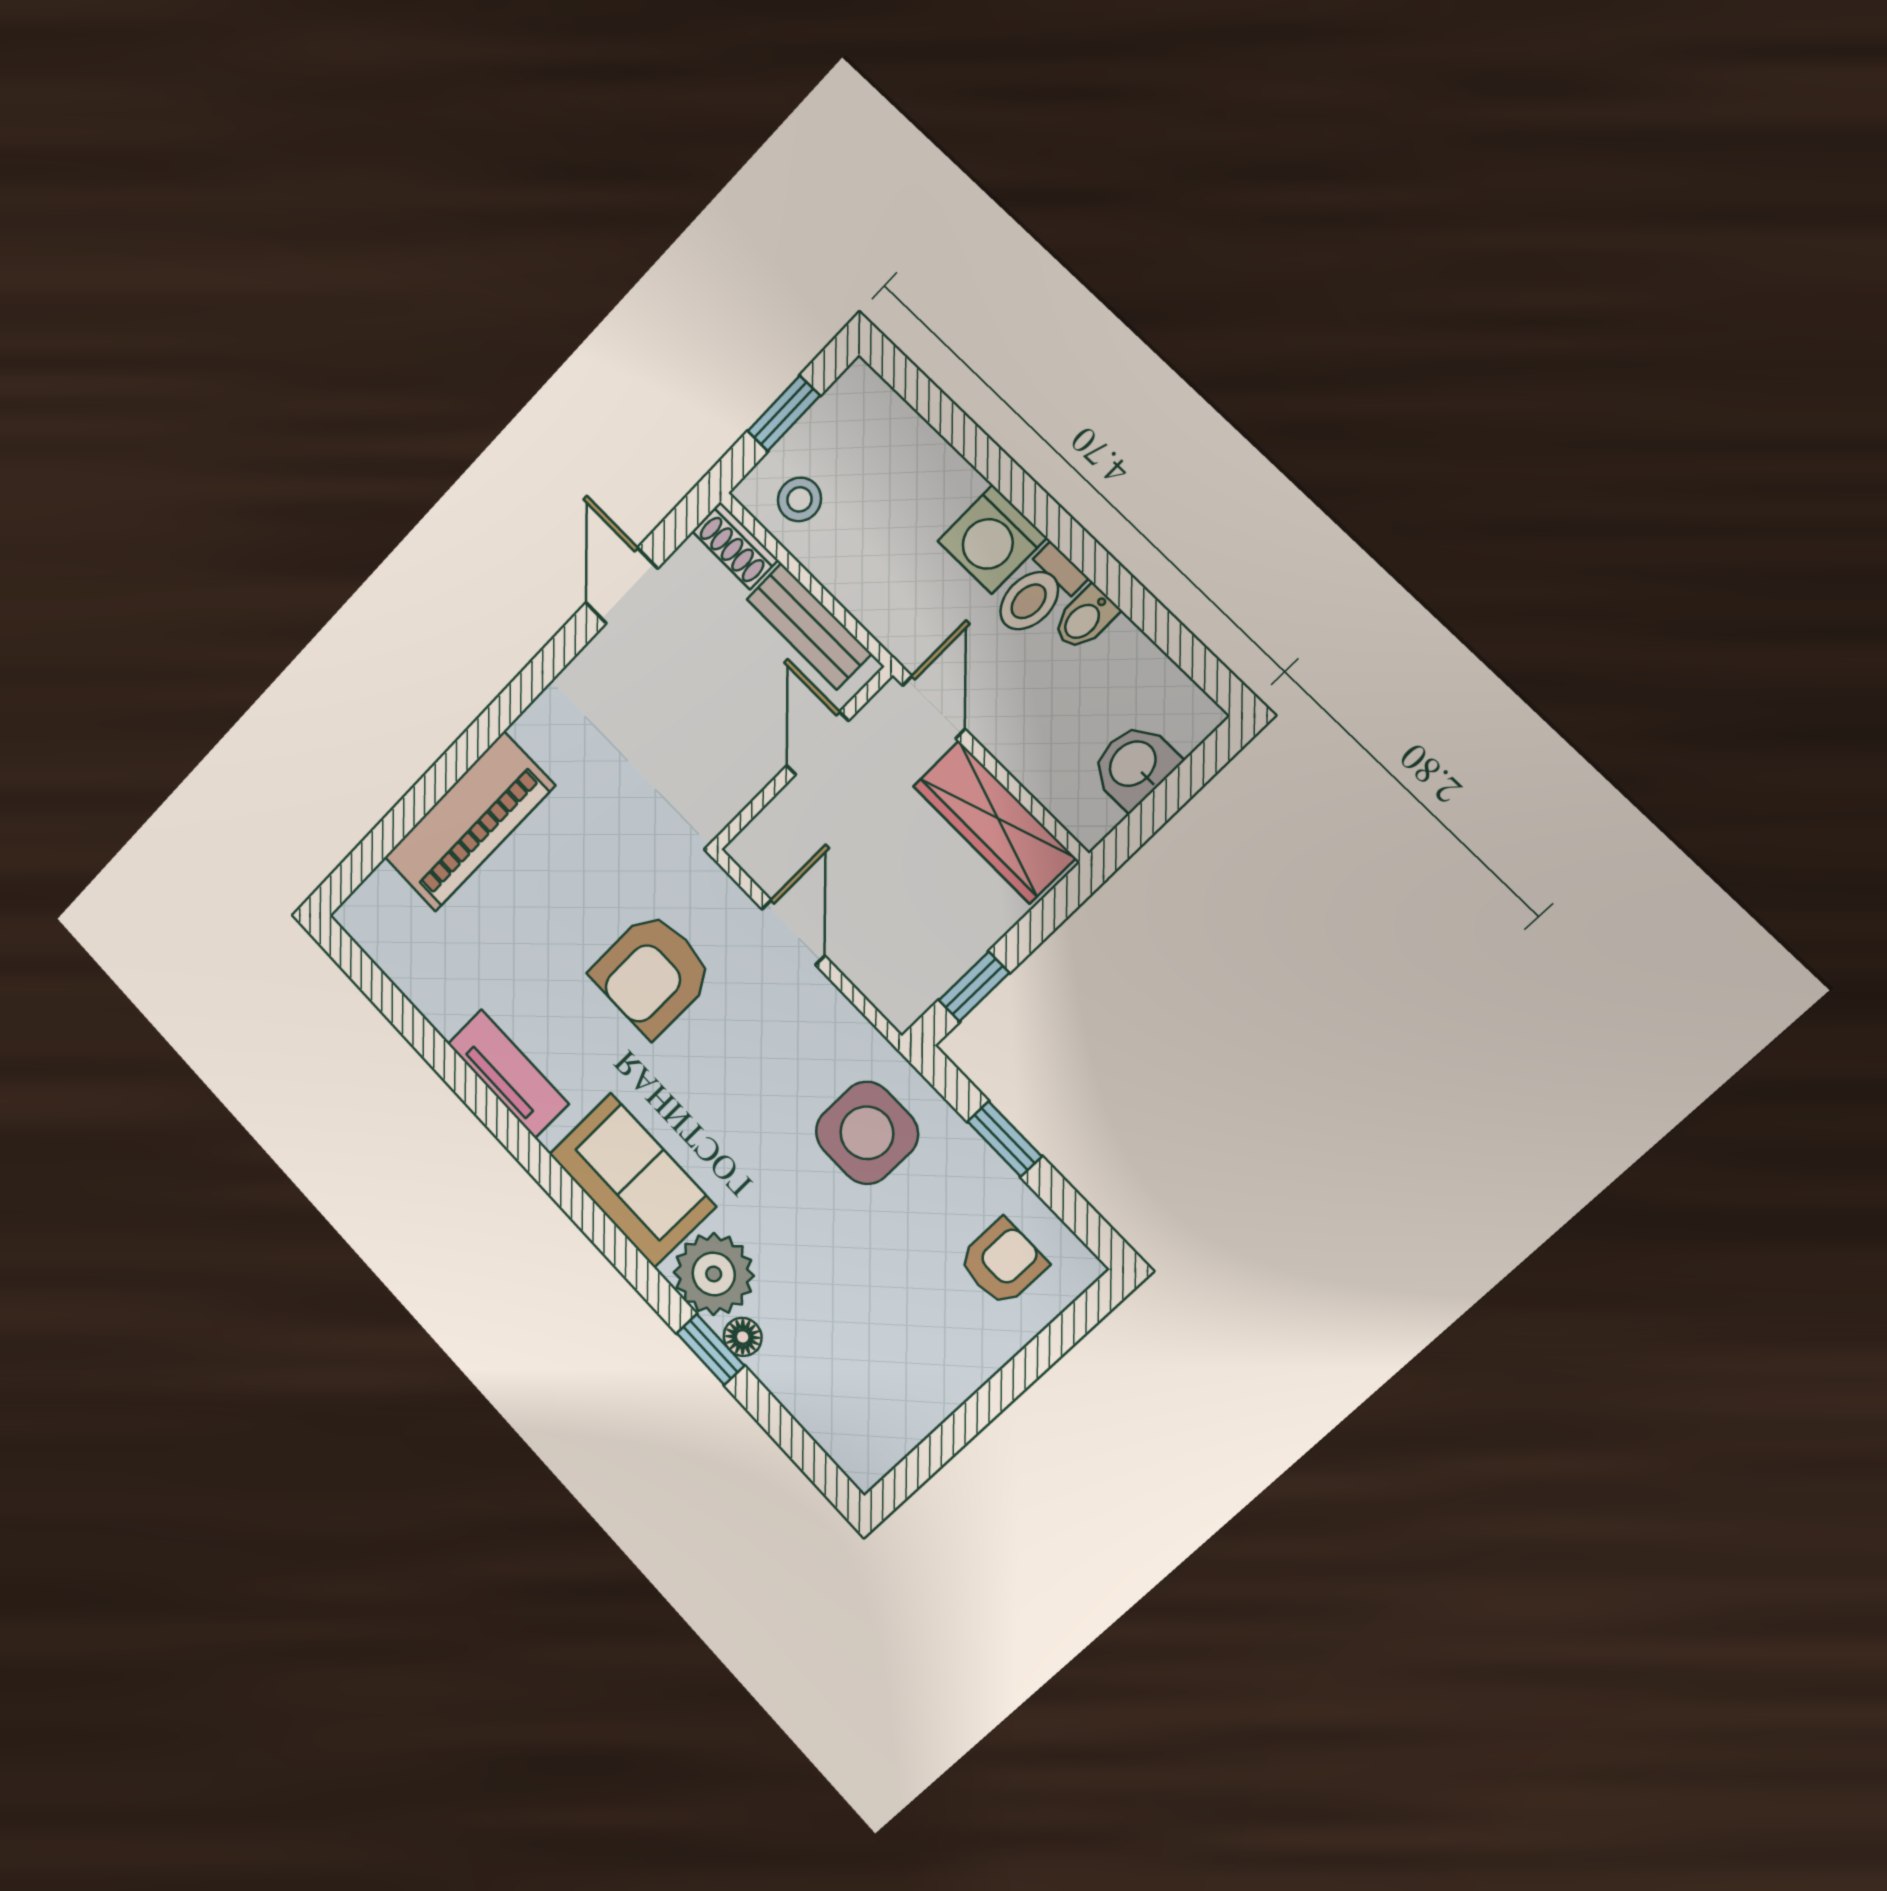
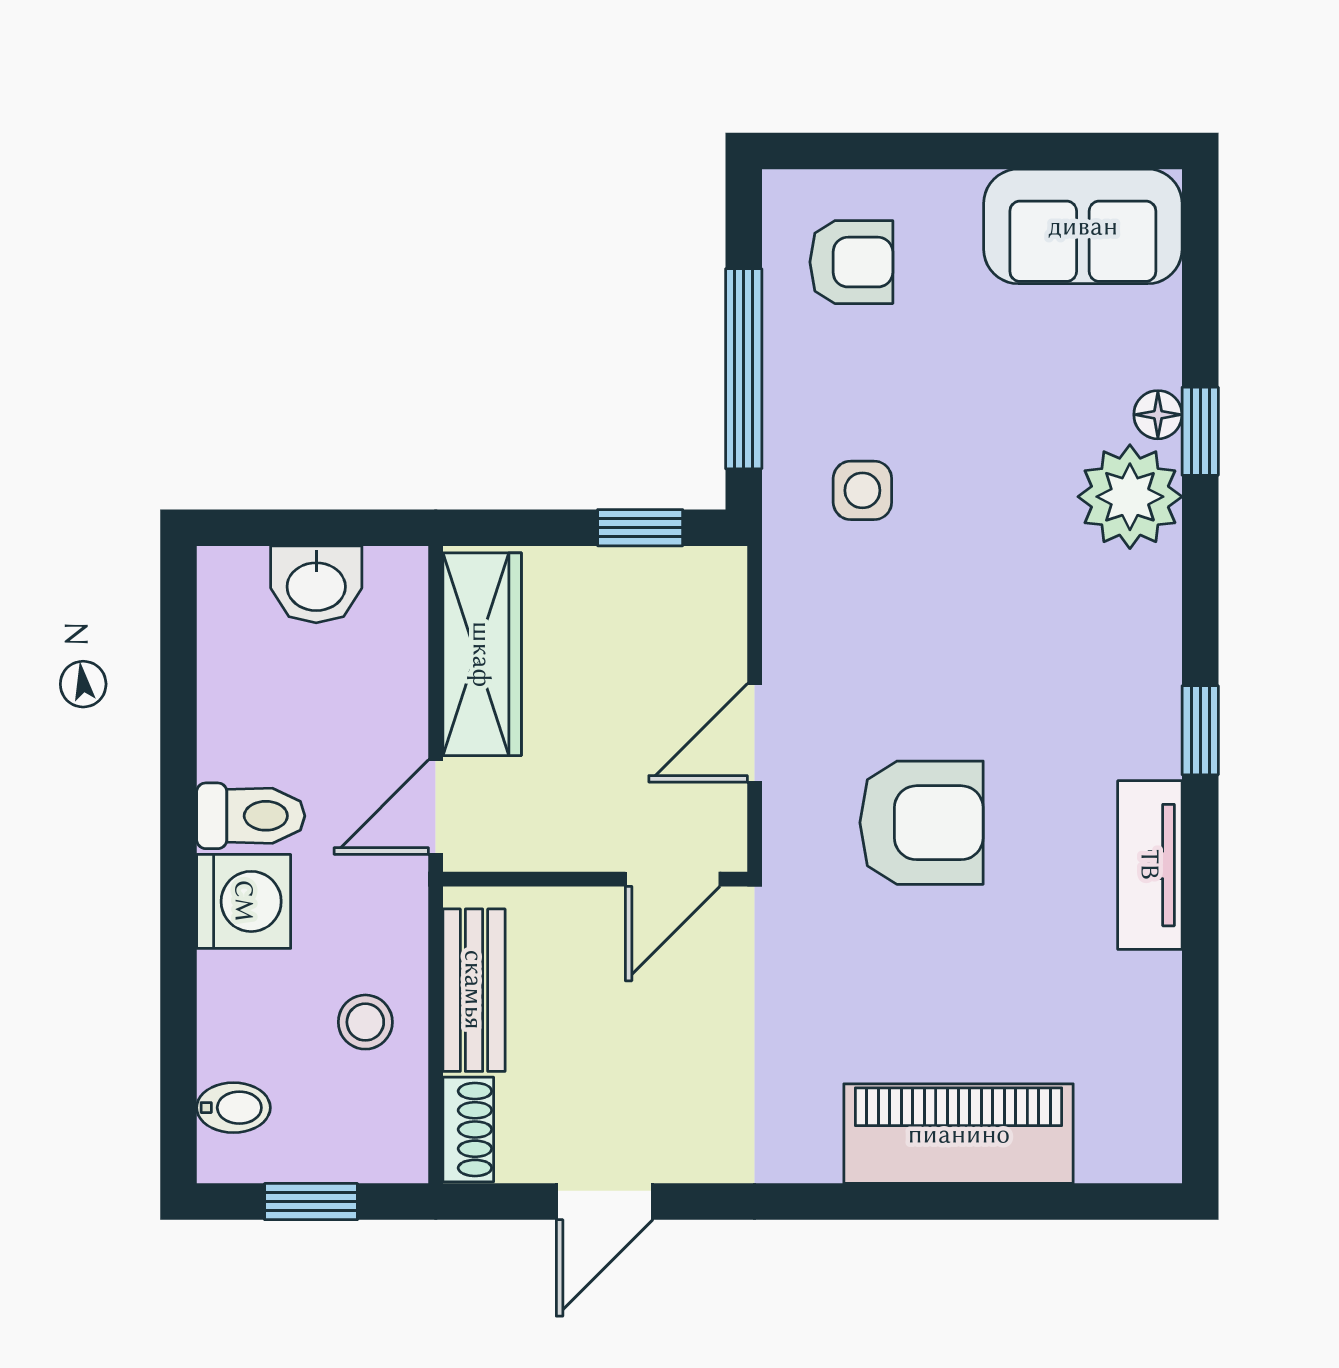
stool: (799, 499) -> (365, 1022), moved
bidet: (1085, 618) -> (233, 1108), moved
door: (817, 743) -> (673, 879), moved
side table: (867, 1133) -> (862, 490), width x0.54, depth x0.54
window: (1005, 1139) -> (744, 369), width x2.17
window: (552, 1177) -> (1200, 730), added
sofa: (632, 1180) -> (1083, 226), moved, turned -90
armchair: (1003, 1262) -> (851, 262), turned 180

